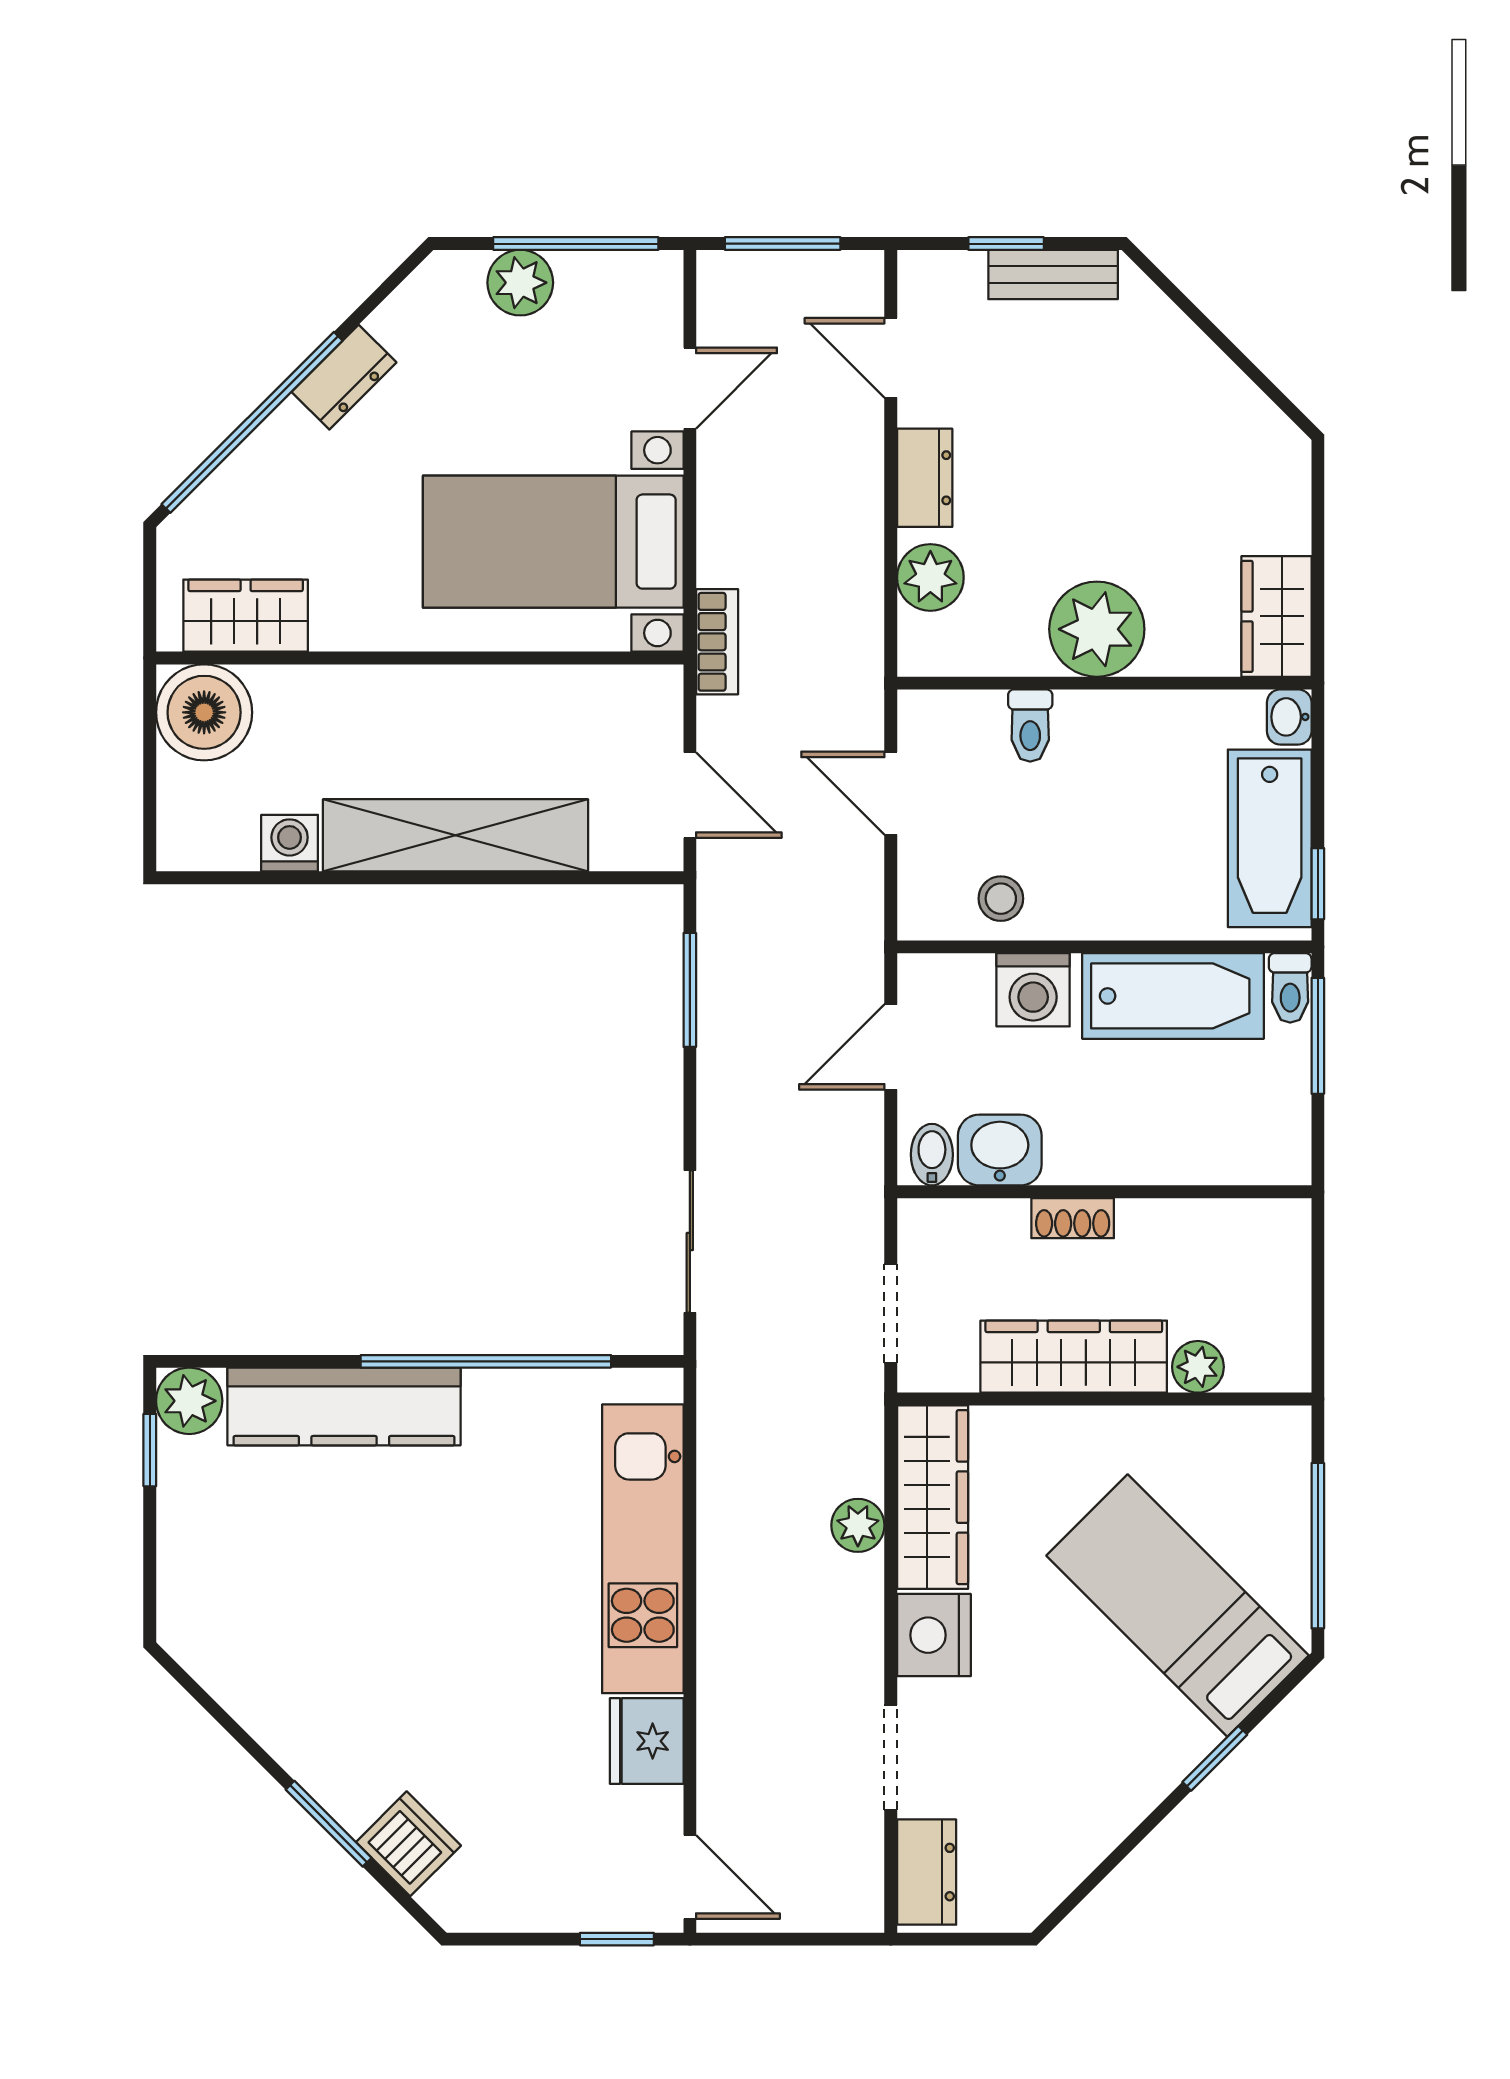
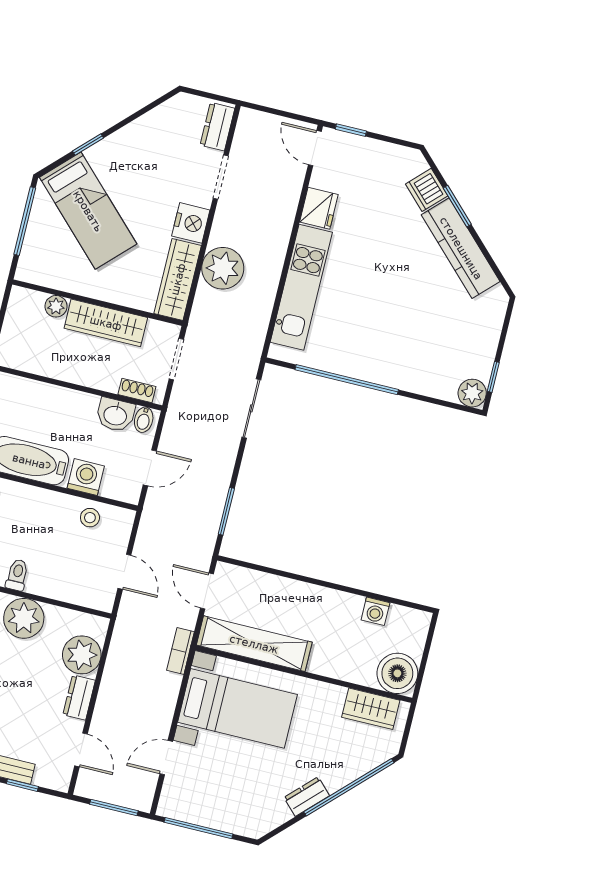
plant: (520, 283) -> (225, 818), removed
plant: (930, 577) -> (82, 655), width x1.36, depth x1.36
toilet: (1030, 726) -> (17, 575), moved
shelving: (456, 835) -> (254, 644), moved
shoe rack: (1073, 1218) -> (137, 391), moved
kitchen counter: (344, 1406) -> (461, 248), moved, turned -135
plant: (858, 1525) -> (223, 268), width x1.88, depth x1.88

